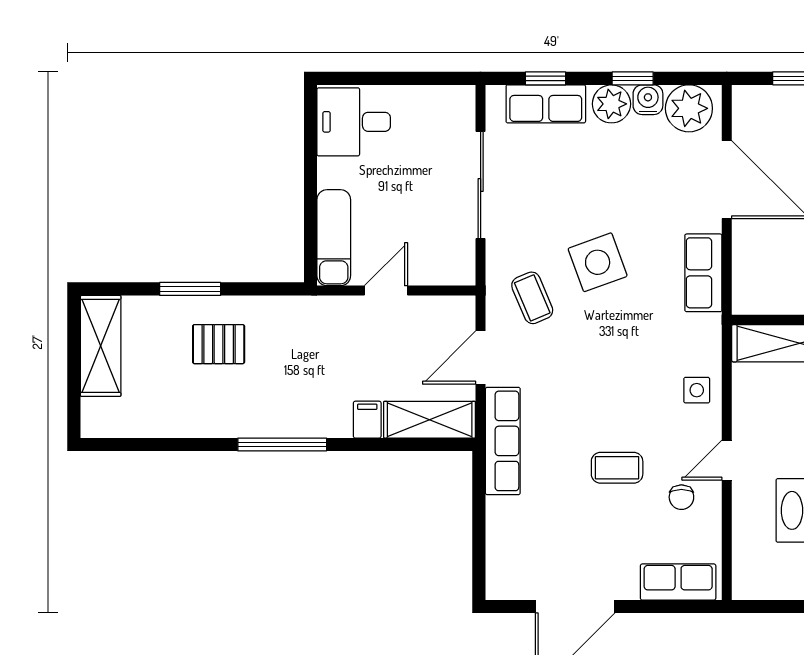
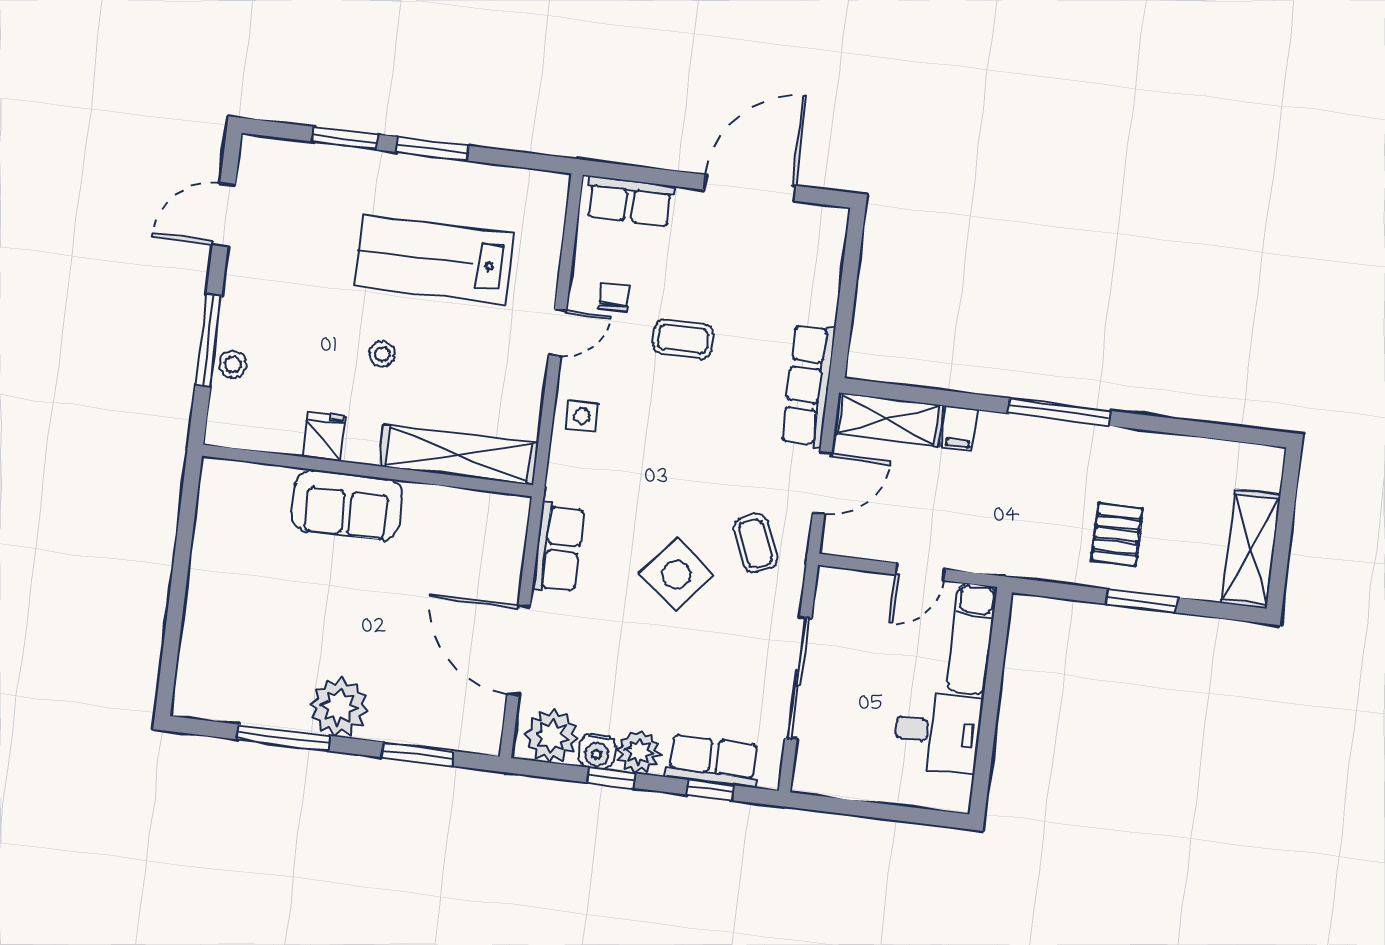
desk: (354, 122) -> (938, 732), moved
side table: (598, 262) -> (676, 574), turned -31
pallet: (219, 344) -> (1117, 534), turned 90

